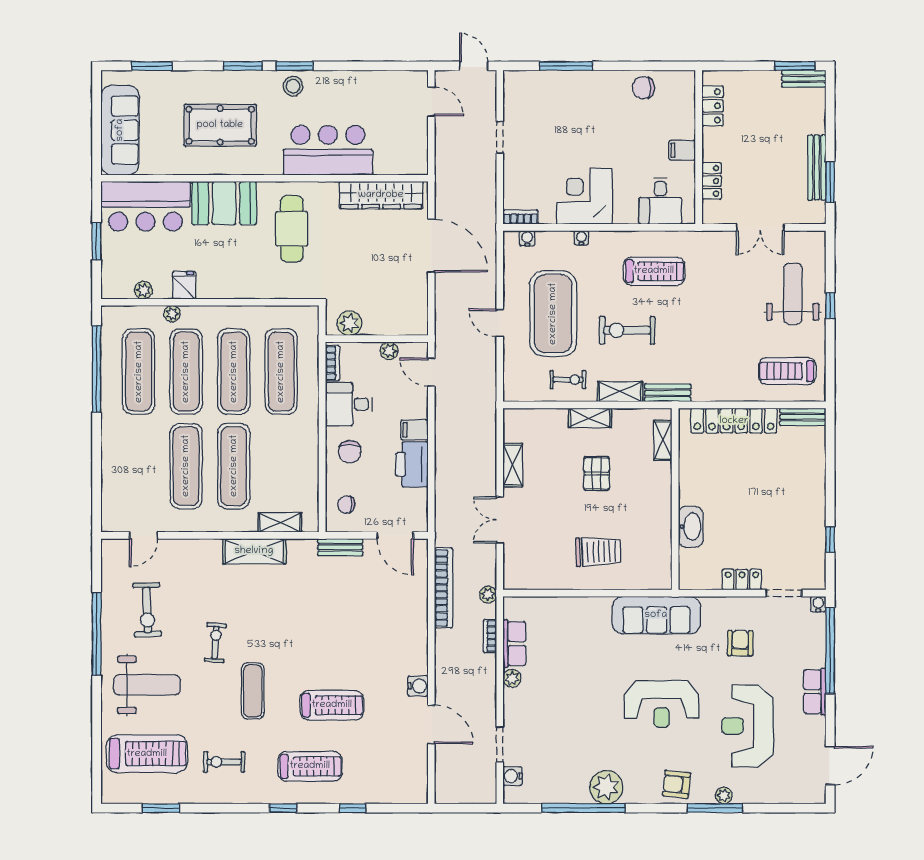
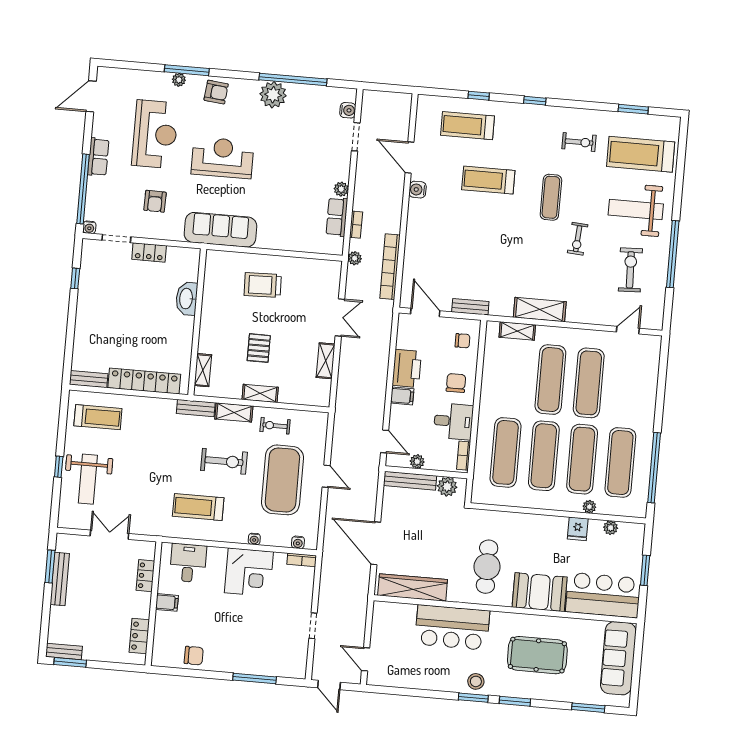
bench: (396, 326) -> (410, 481), added
treadmill: (310, 766) -> (468, 126), moved

